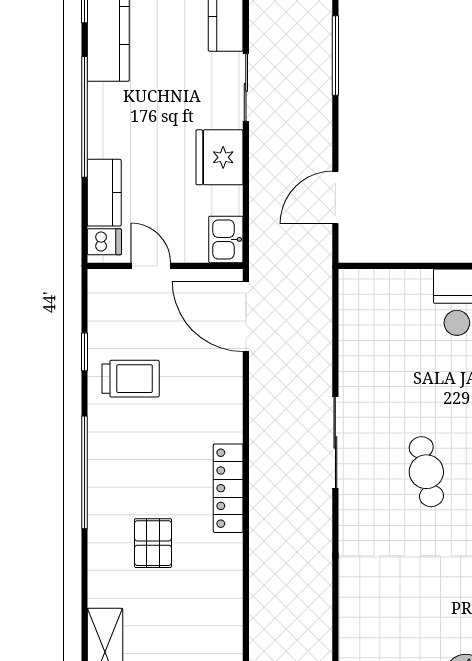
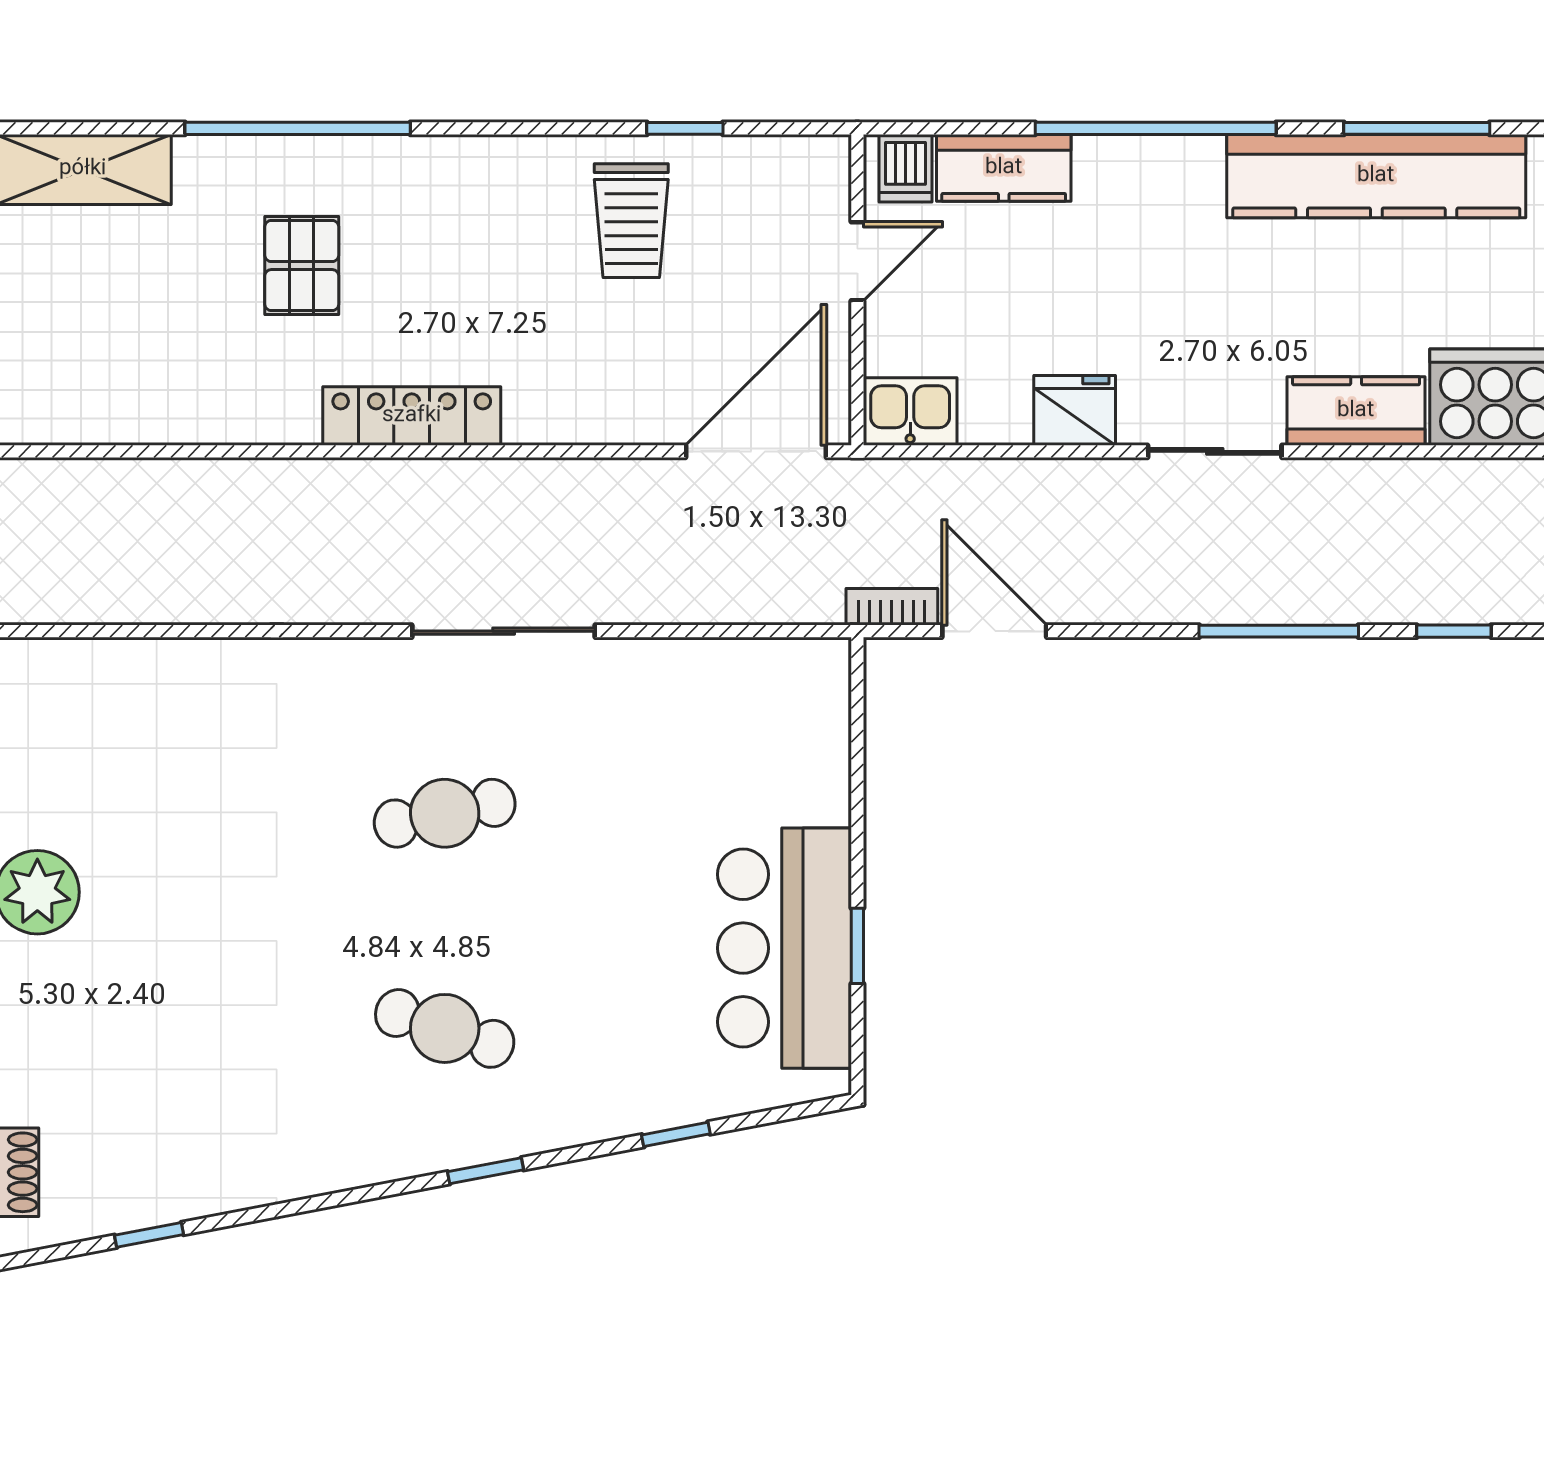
fridge: (219, 157) -> (1075, 410), width x0.73, depth x0.75
bookcase: (323, 249) -> (892, 607), added
window: (85, 472) -> (298, 128), moved
pallet: (153, 543) -> (302, 266), turned 90

